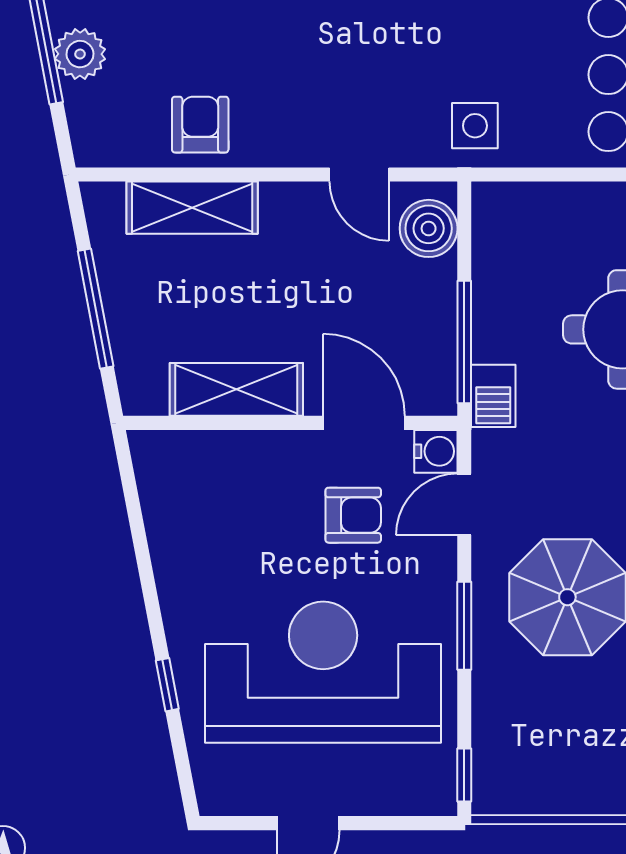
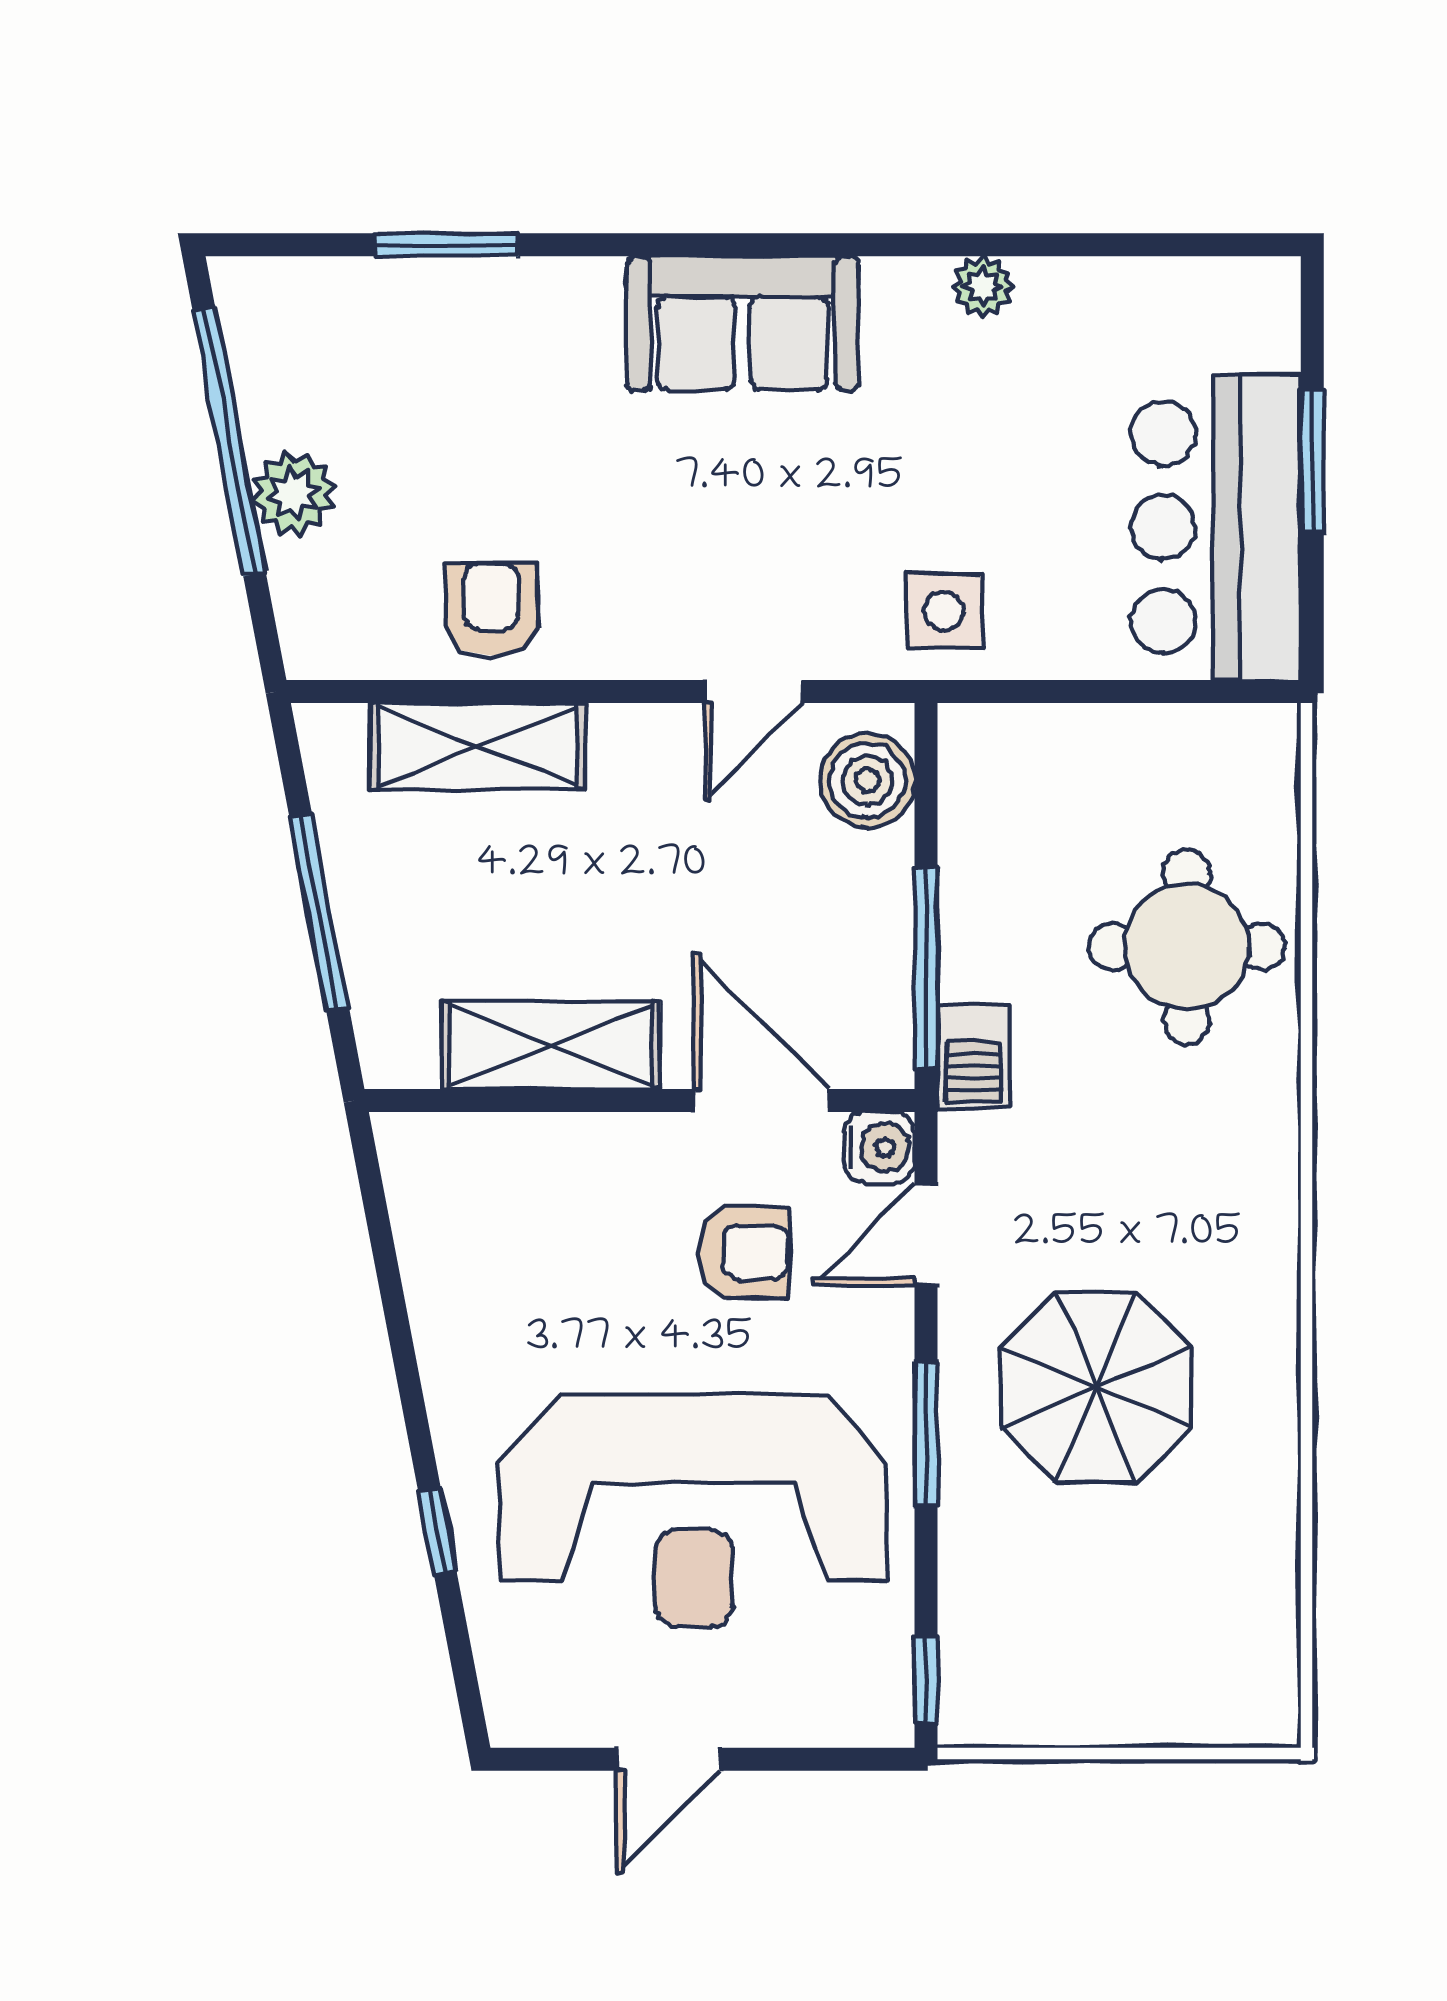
door: (359, 174) -> (753, 692), hinge flipped
reception desk: (323, 672) -> (694, 1511), turned 180

